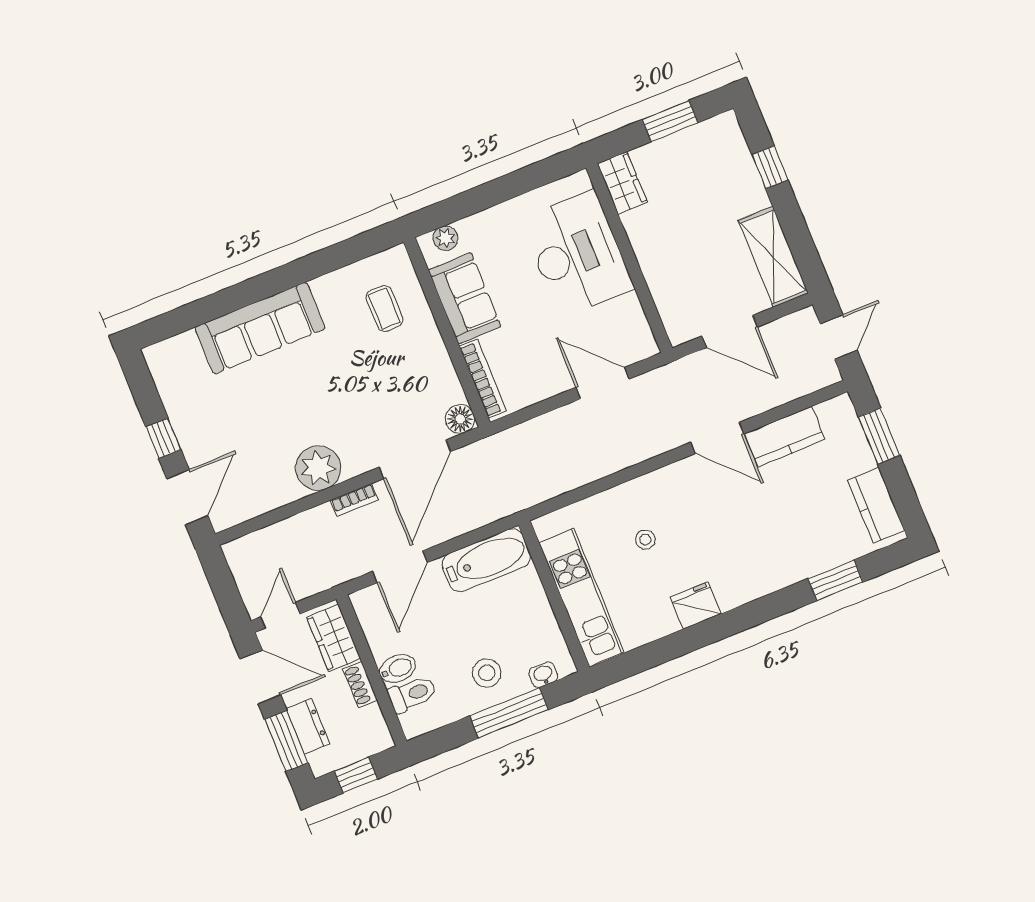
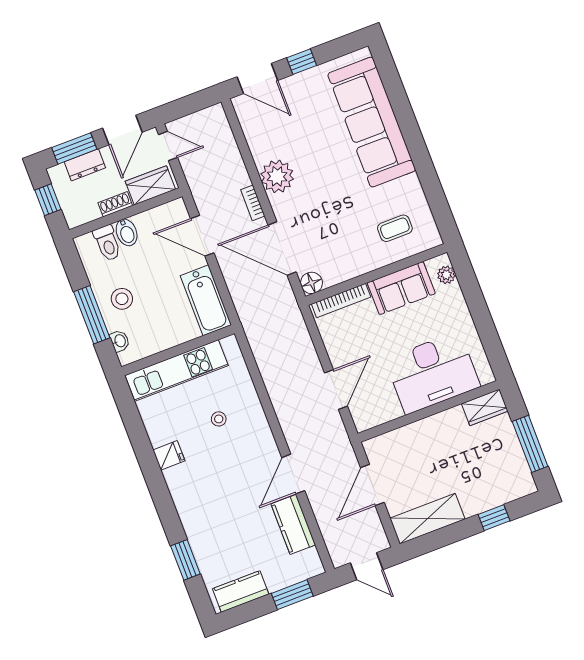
window: (670, 121) -> (530, 444), width x1.44
sofa: (260, 328) -> (372, 122), width x1.36, depth x1.27
fridge: (696, 605) -> (169, 455), width x0.72

